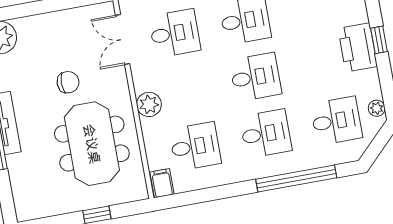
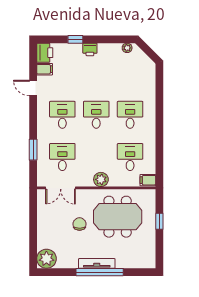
window: (379, 40) -> (75, 39), moved
printer: (358, 48) -> (90, 49), width x0.53, depth x0.68
desk: (336, 121) -> (130, 73), removed
window: (296, 179) -> (159, 102), removed

